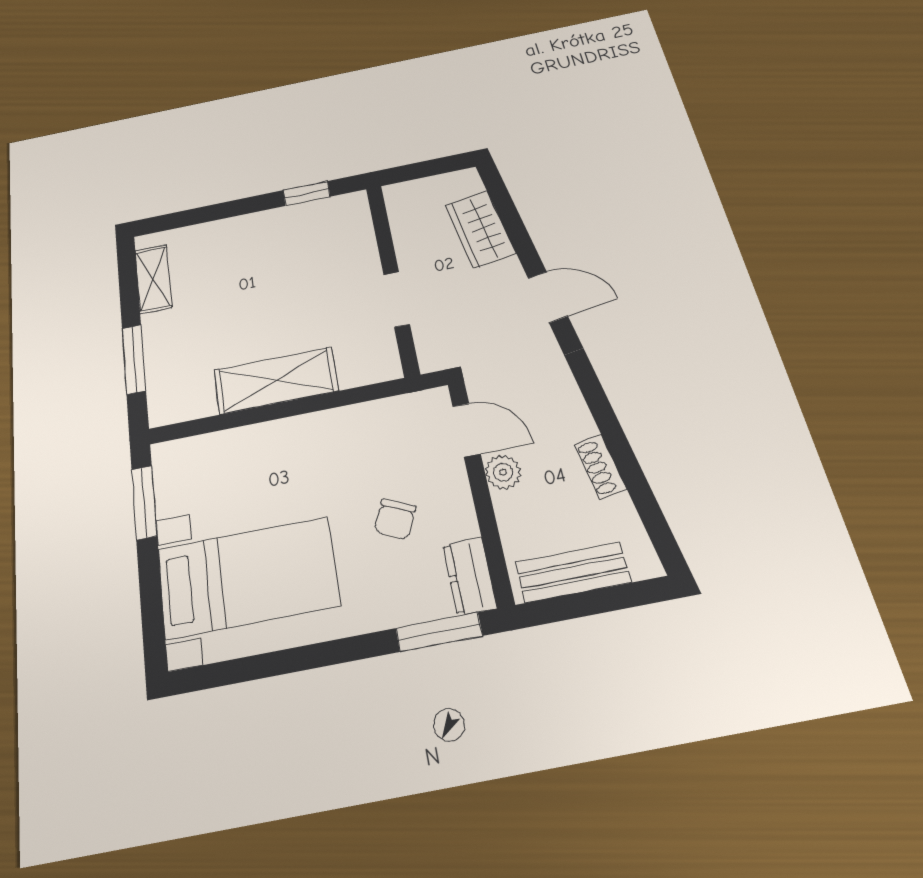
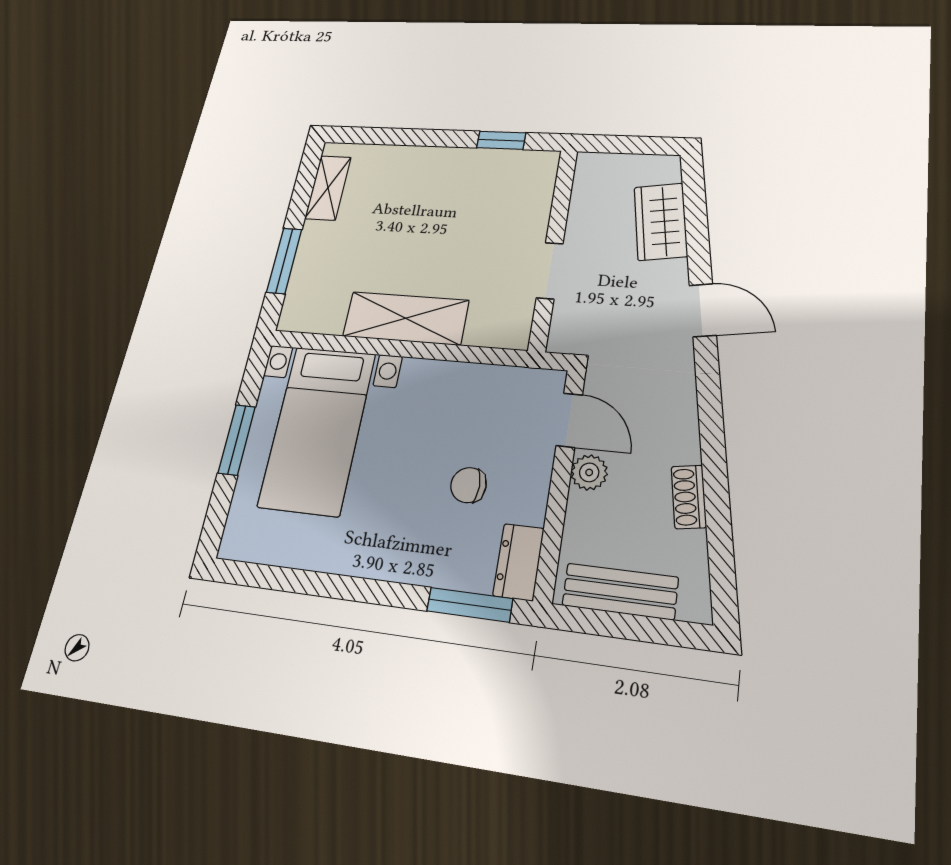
window: (144, 502) -> (237, 440), moved
chair: (395, 519) -> (468, 485), turned 66
bed with nightstands: (248, 577) -> (317, 429), moved, turned 90

